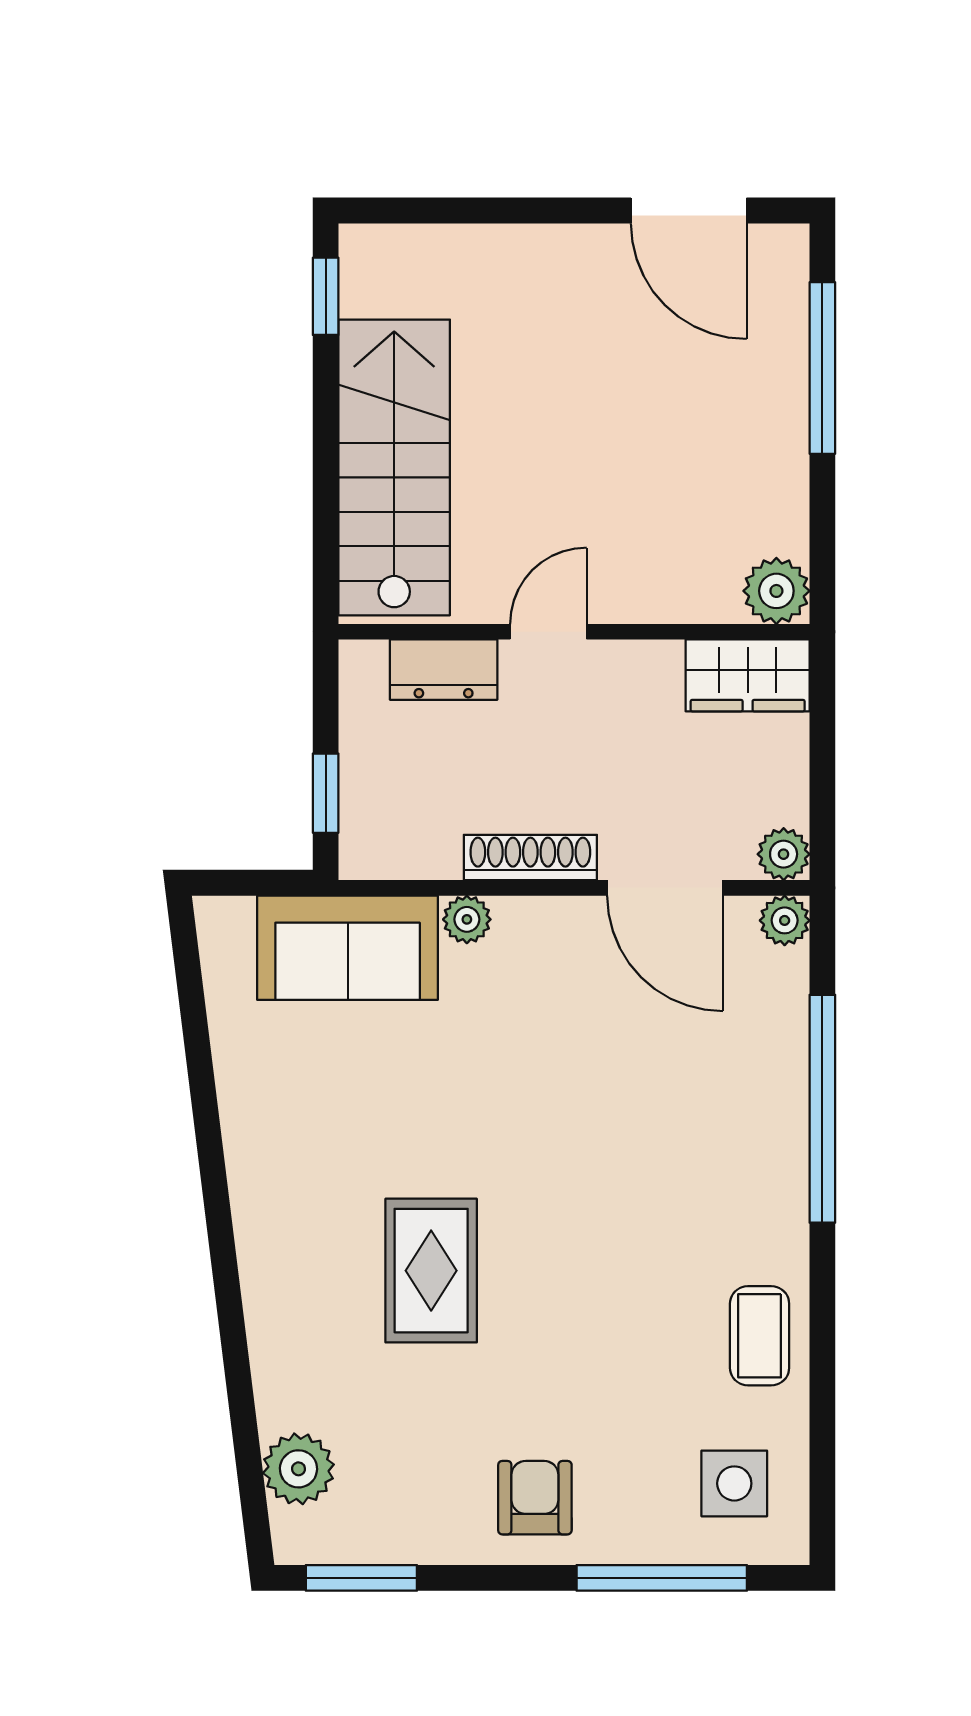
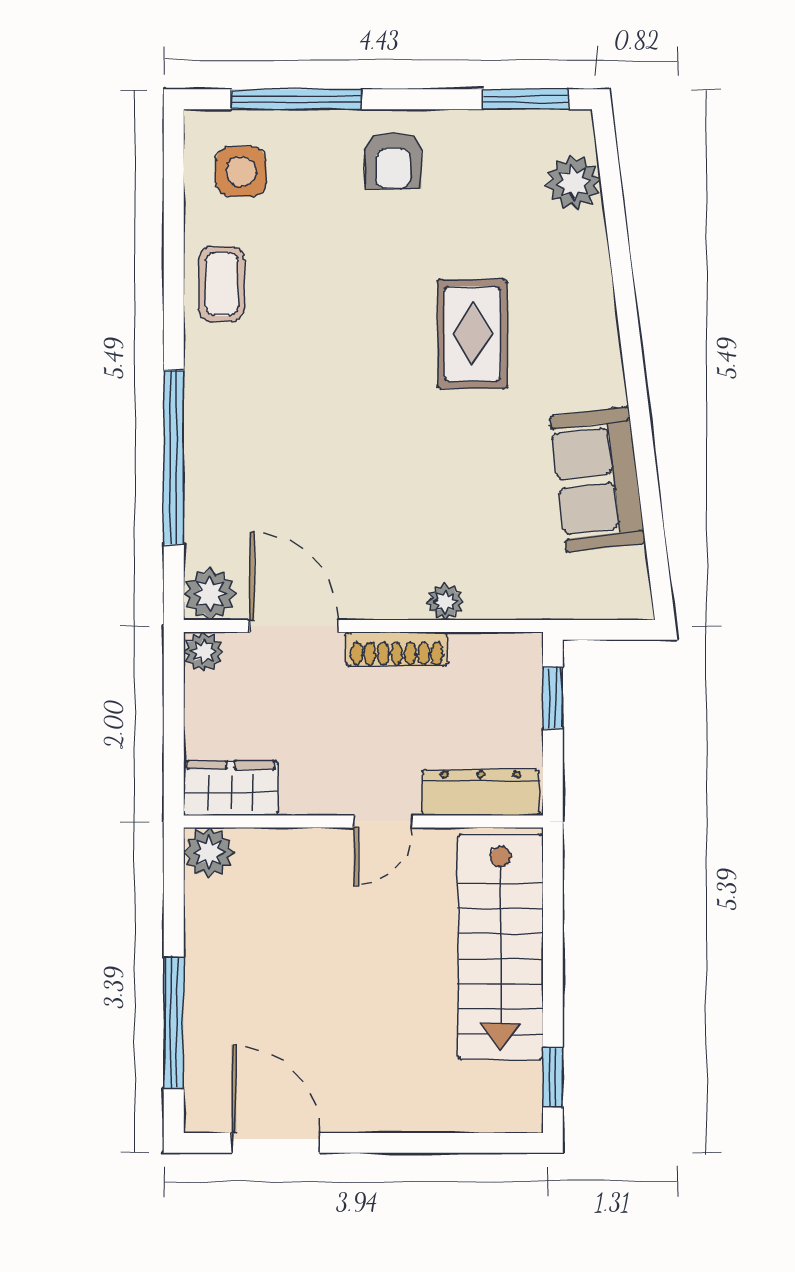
dresser: (444, 670) -> (481, 792), width x1.44
plant: (785, 920) -> (210, 594), width x1.38, depth x1.38
sofa: (348, 948) -> (598, 480), moved, turned -97

